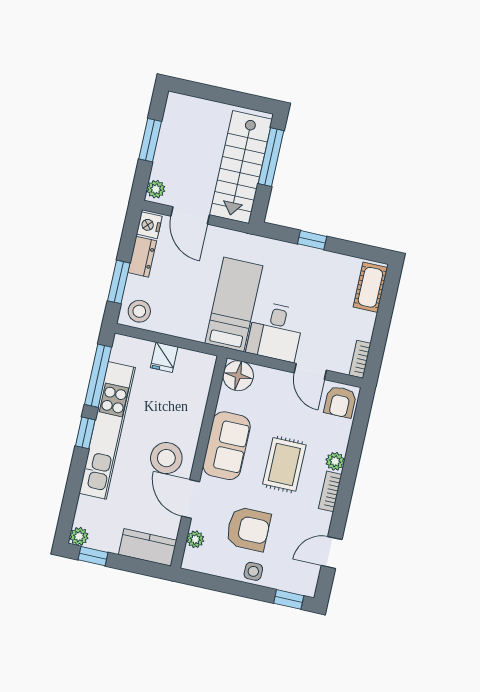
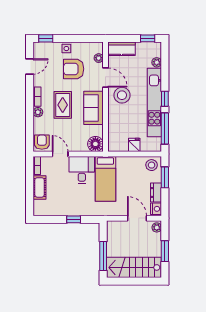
stairs: (241, 167) -> (134, 267), moved, turned -90
cot: (370, 287) -> (40, 187), moved
plant: (79, 536) -> (157, 62), moved

